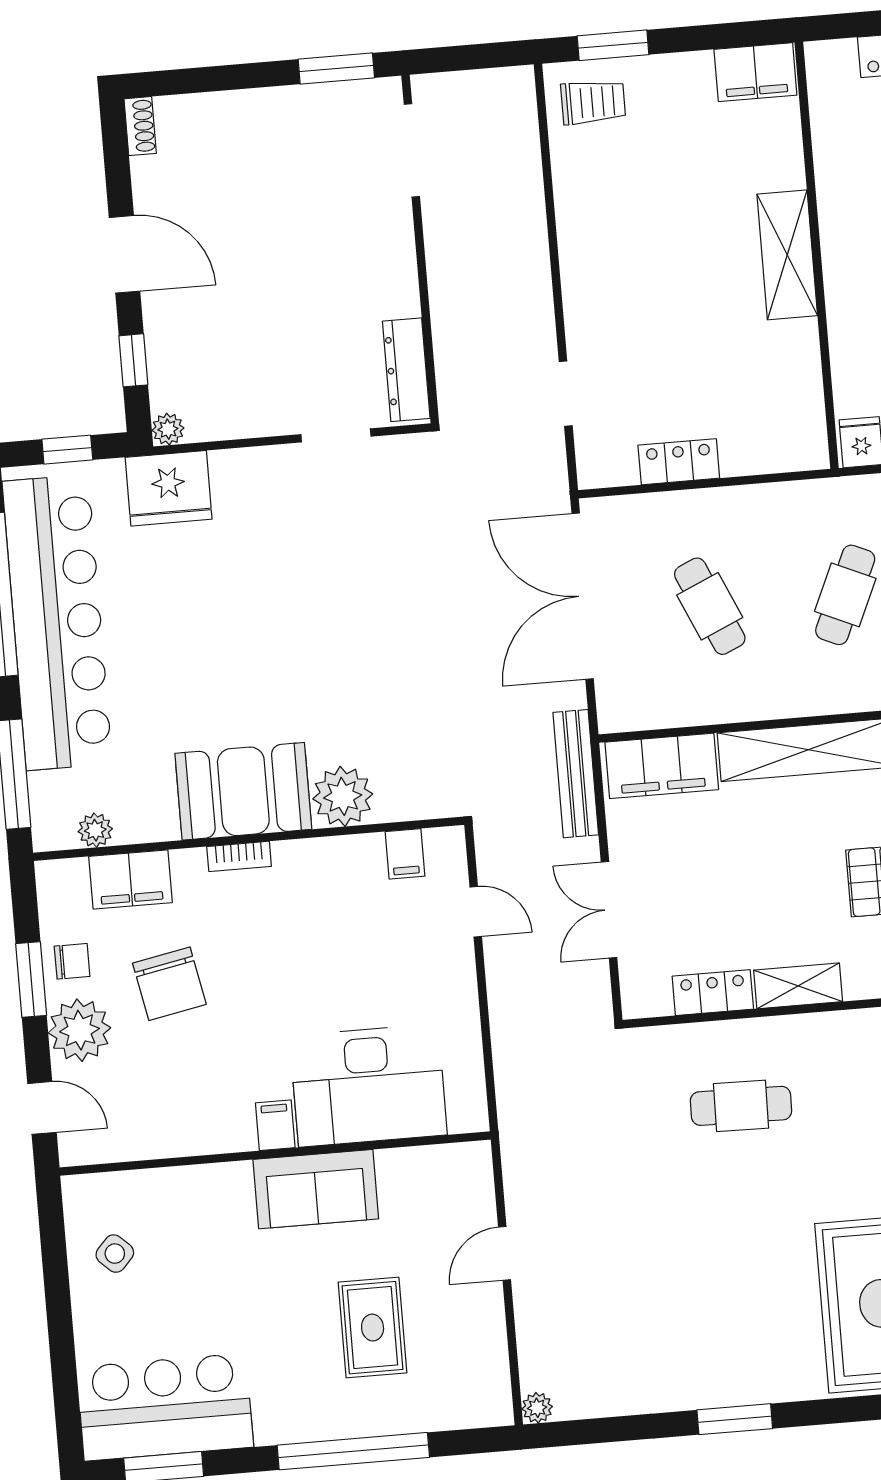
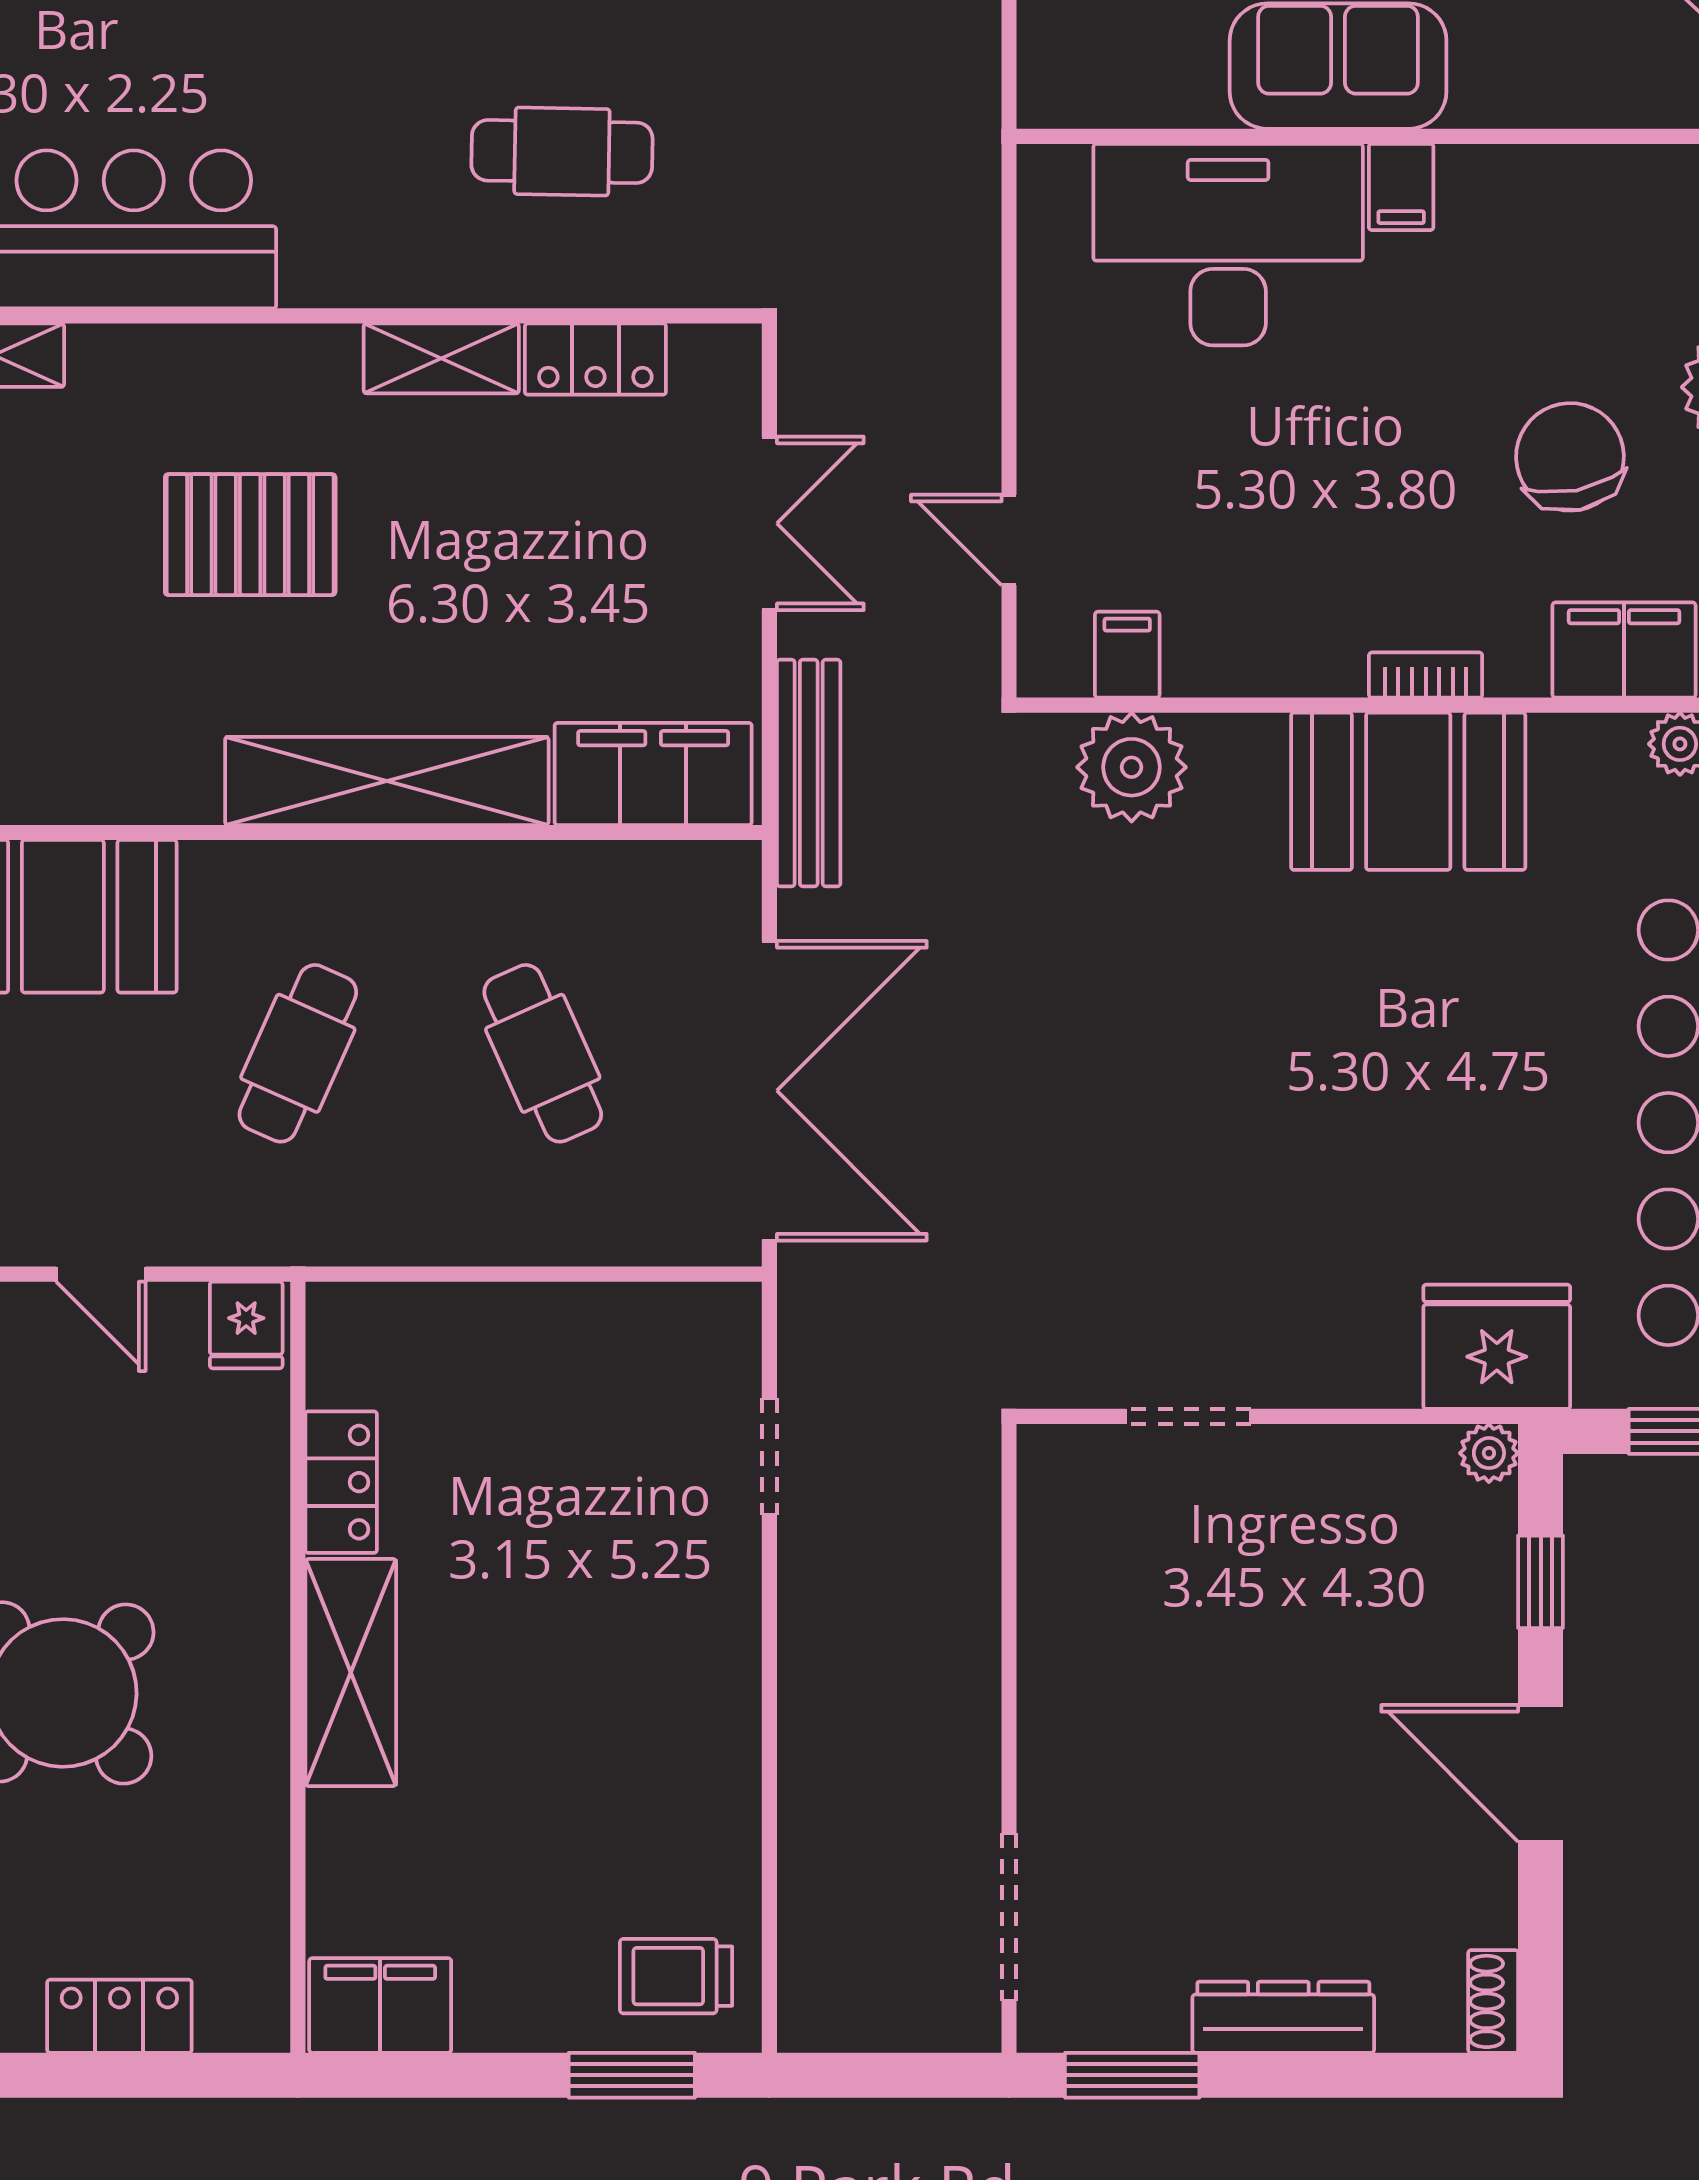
dresser: (406, 370) -> (1283, 2017), moved, turned -90
locker: (679, 462) -> (341, 1482), moved, turned -90
plant: (343, 796) -> (1132, 767), moved

